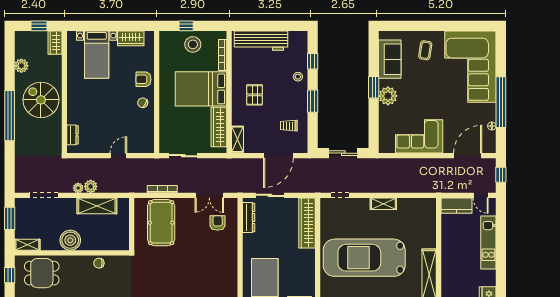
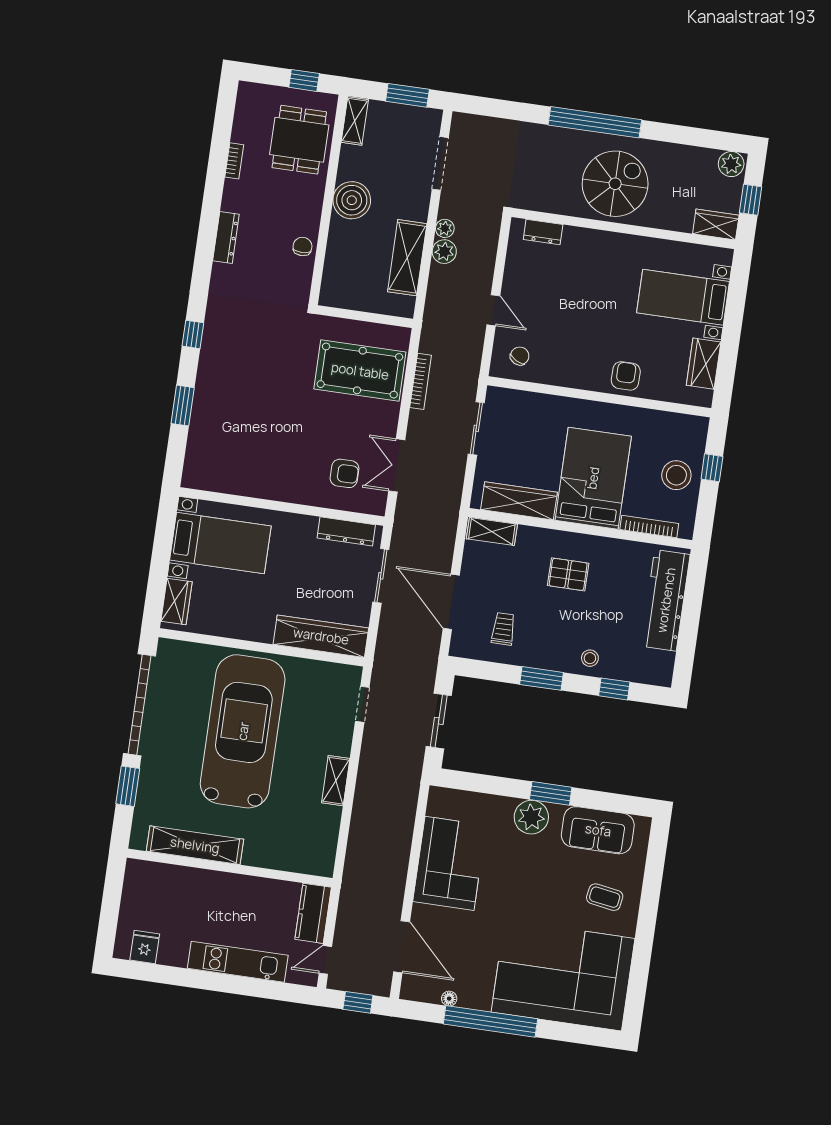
plant: (21, 66) -> (731, 164), moved
chair: (143, 103) -> (520, 356), moved

